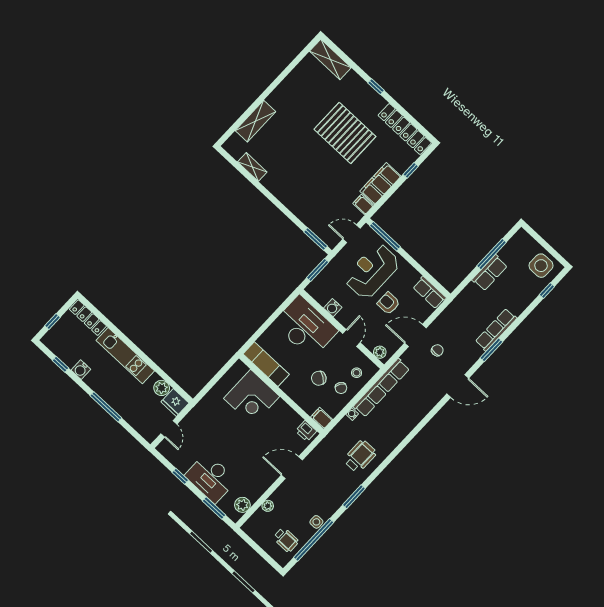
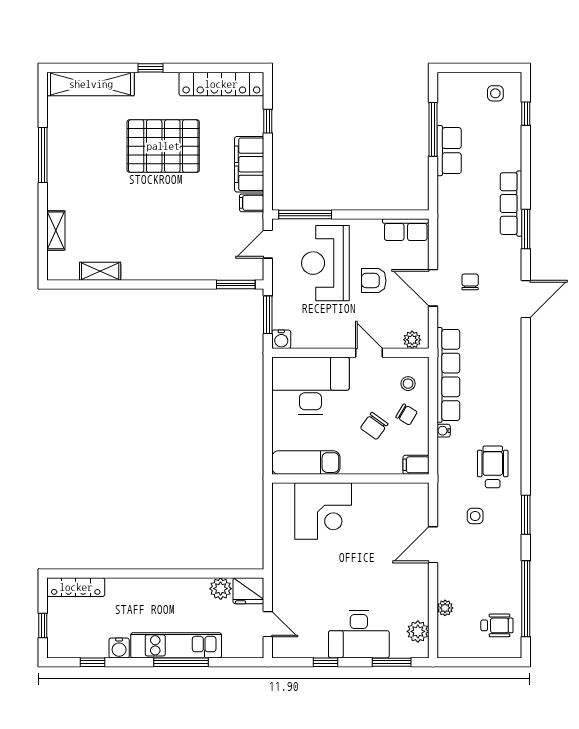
shelving: (330, 59) -> (91, 84), width x1.47
window: (279, 80) -> (43, 155), added
shelving: (256, 121) -> (56, 230), width x0.67, depth x0.75
side table: (541, 266) -> (495, 93), width x0.54, depth x0.54
water cooler: (333, 308) -> (281, 339), moved
door: (415, 336) -> (433, 288), hinge flipped
kitchen unit: (125, 356) -> (176, 645), moved, turned 180
printer: (306, 431) -> (412, 493), removed
side table: (316, 522) -> (475, 516), moved

